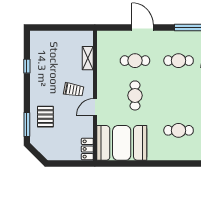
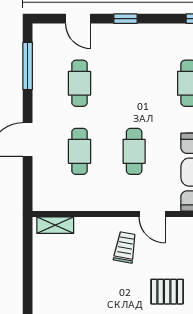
shelving: (88, 58) -> (55, 225), moved
cafe table: (135, 95) -> (134, 151), turned 90

